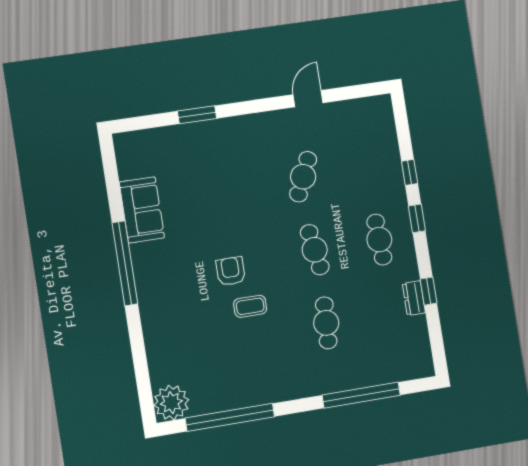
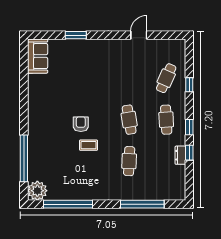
cafe table: (303, 177) -> (166, 78), moved
sofa: (142, 210) -> (38, 56), moved
window: (417, 218) -> (189, 127), moved
window: (125, 263) -> (24, 158), moved

